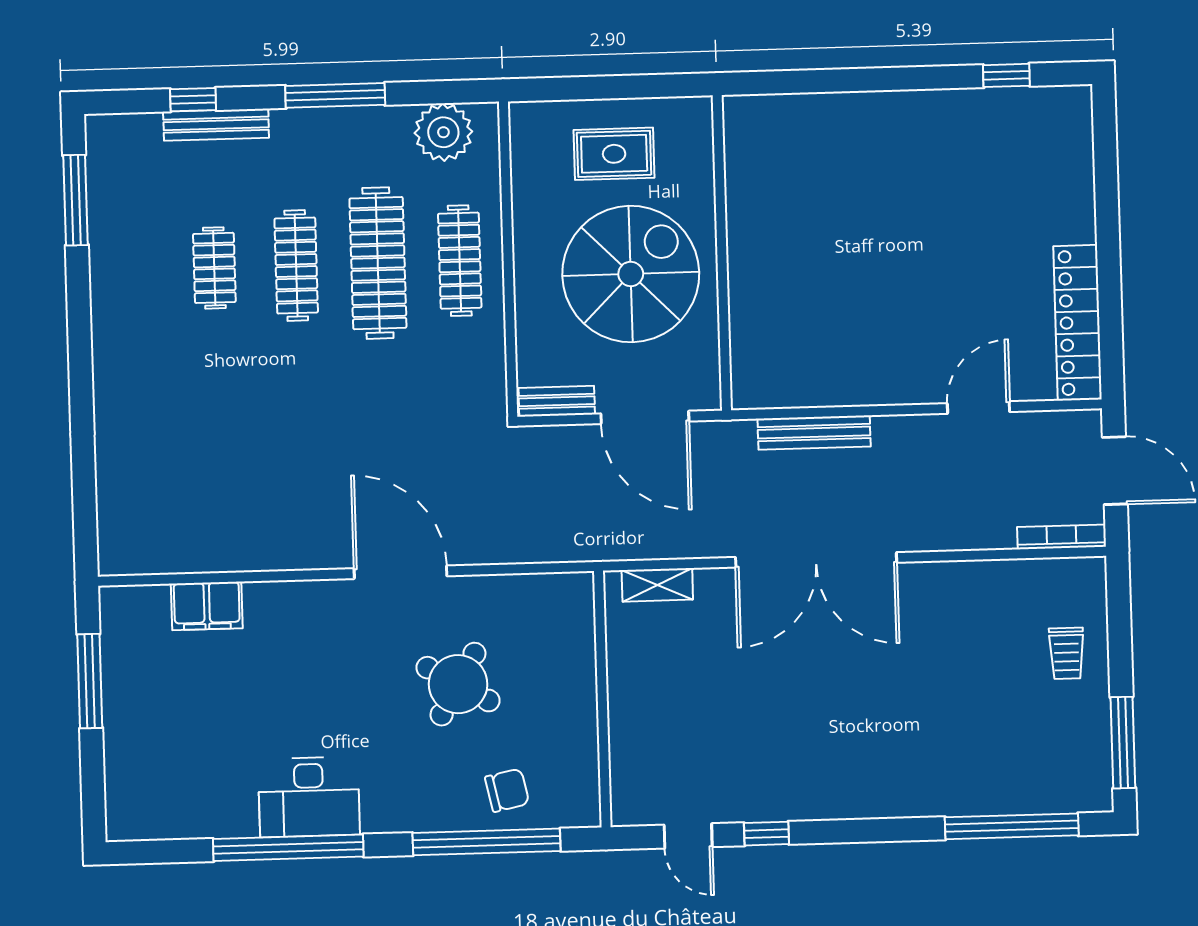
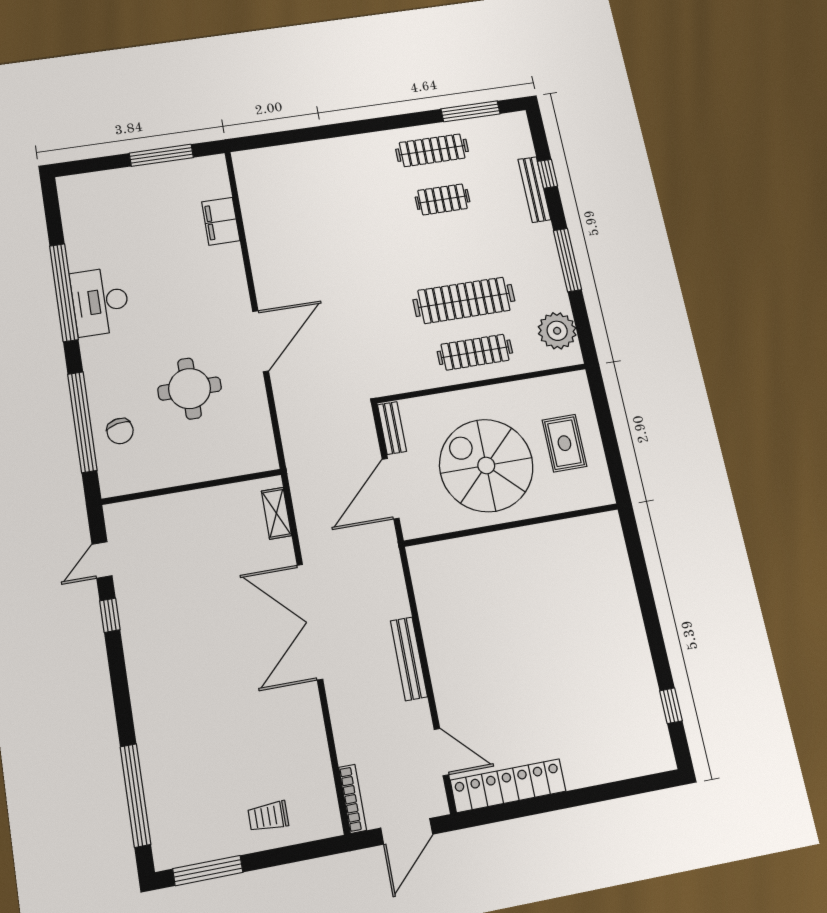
clothes rail: (296, 265) -> (432, 150), moved
spiral stairs: (631, 274) -> (486, 465), turned 180
door: (978, 408) -> (441, 752), moved
bench: (814, 433) -> (409, 659), moved
round table: (458, 684) -> (190, 389), turned -30

